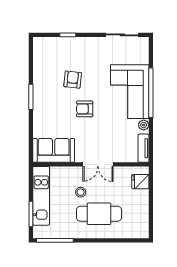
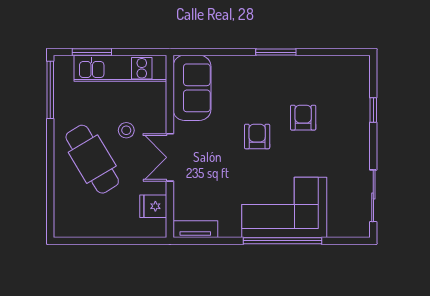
armchair: (73, 80) -> (303, 118), turned -96
plant: (144, 125) -> (232, 229), removed
fridge: (140, 182) -> (153, 206), moved, turned -90
cafe table: (99, 214) -> (92, 159), turned -31

